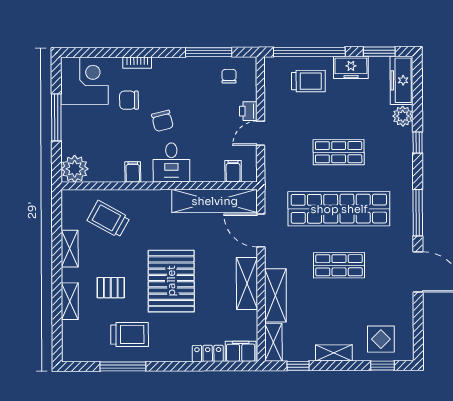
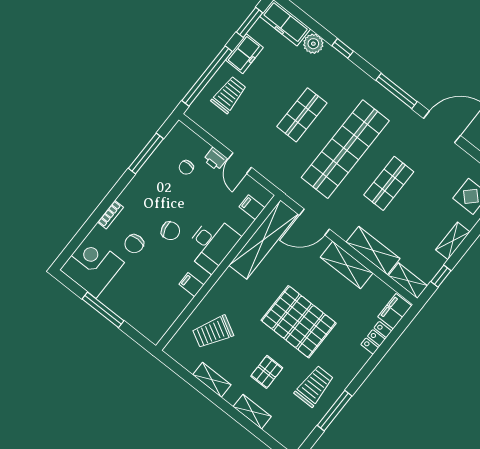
chair: (229, 76) -> (186, 167), moved, turned -90
desk: (171, 162) -> (212, 244), width x1.37
plant: (75, 169) -> (154, 327), removed

